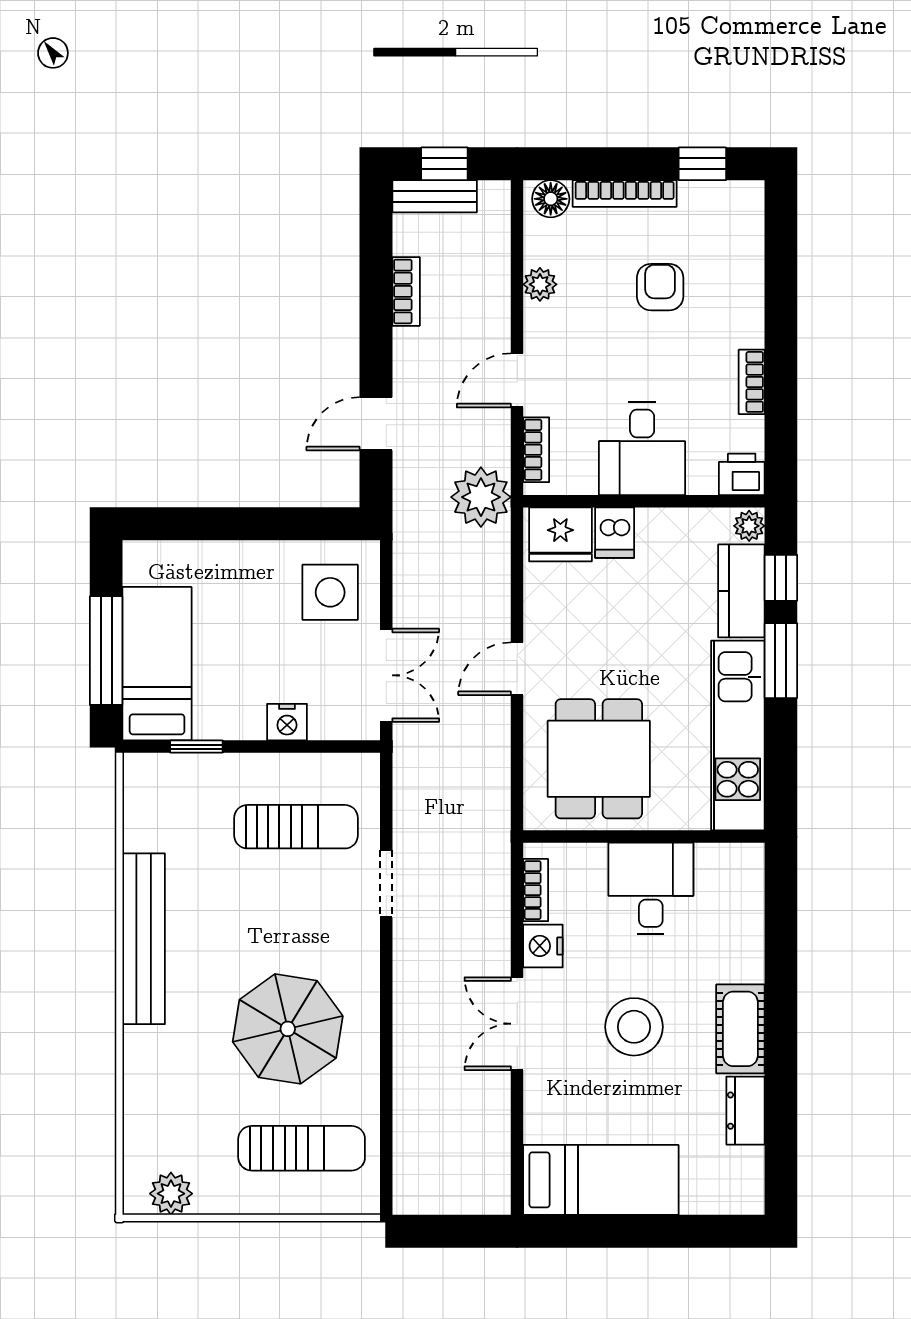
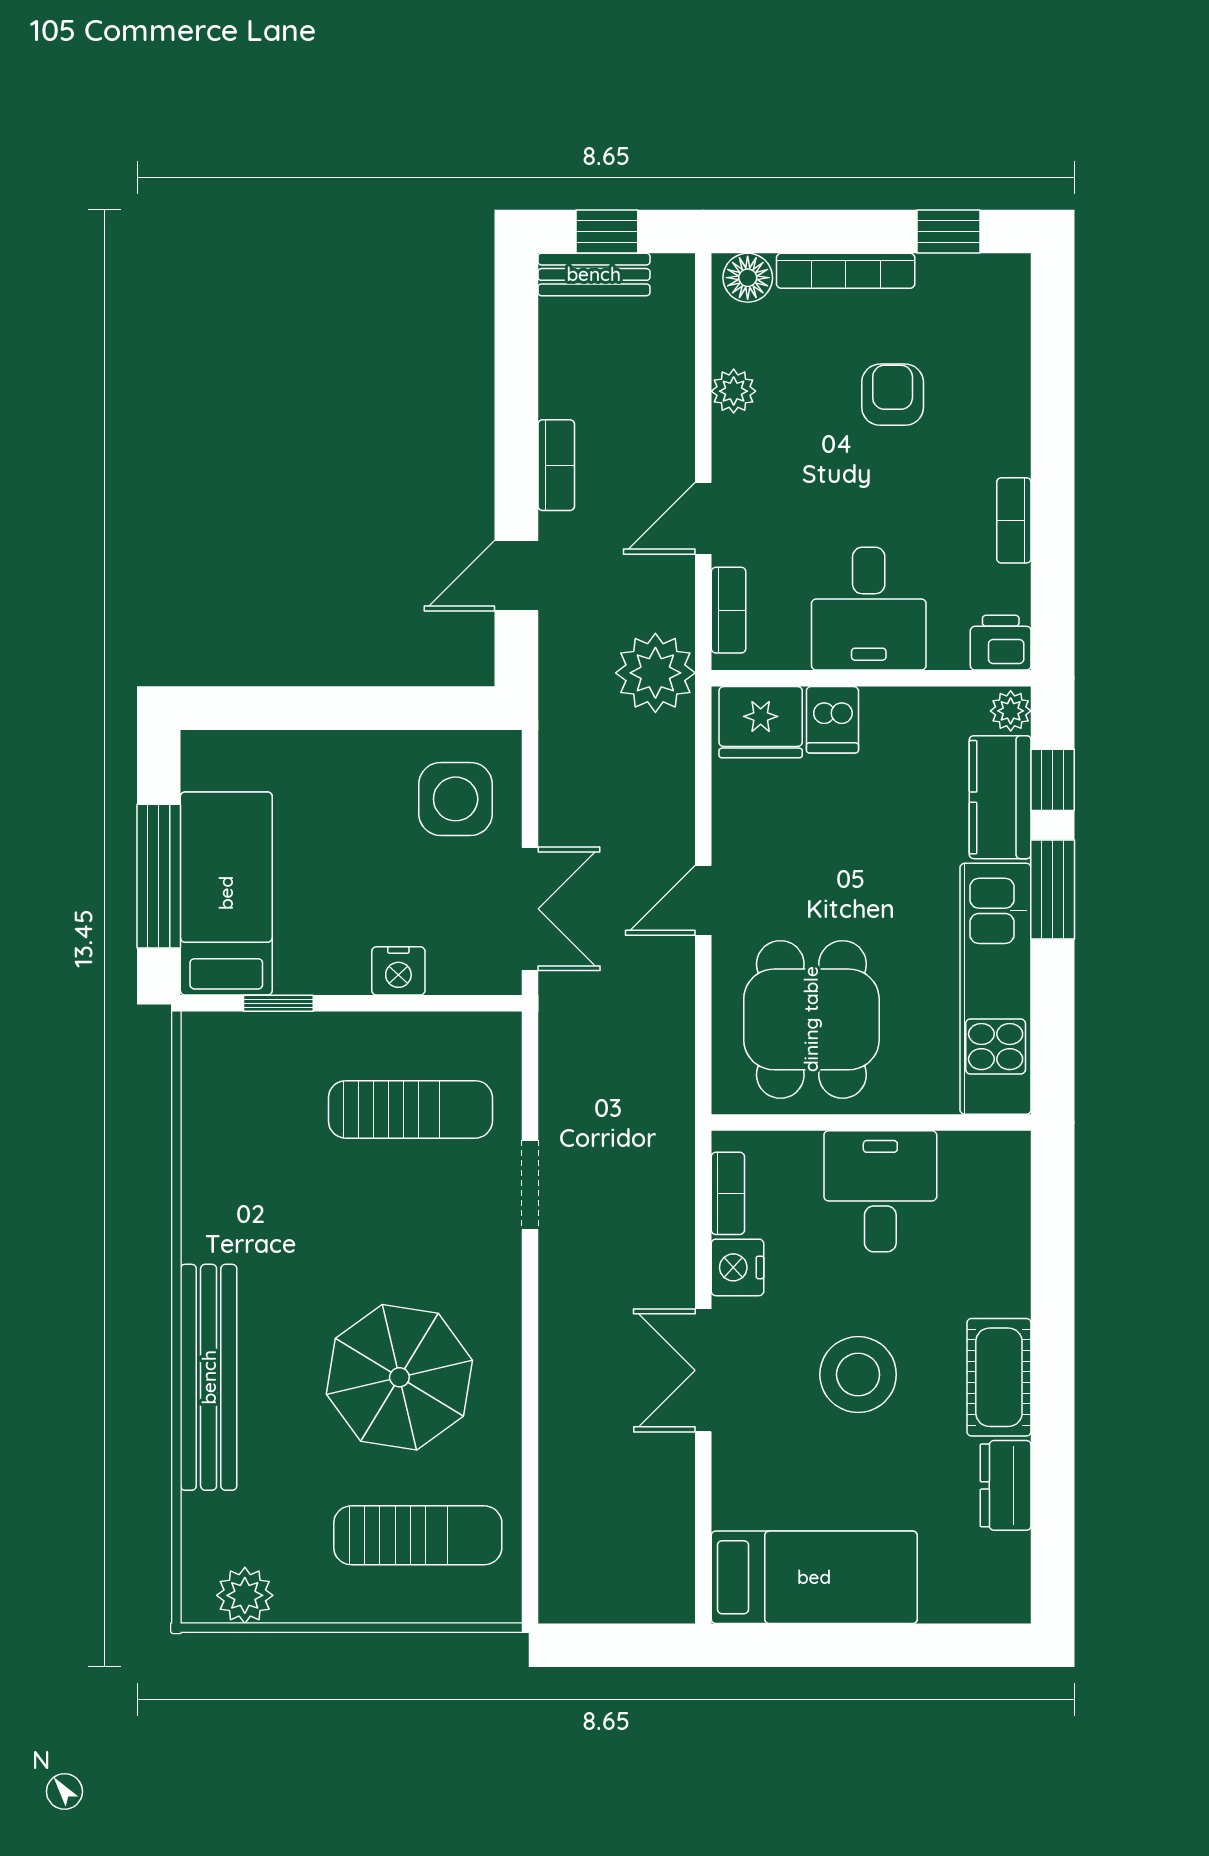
bookcase: (406, 291) -> (556, 465), moved
bench: (144, 939) -> (209, 1377), moved

